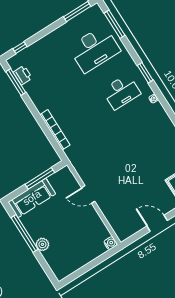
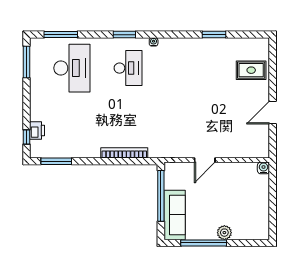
printer: (23, 75) -> (37, 131), moved, turned 90
window: (40, 178) -> (161, 196), width x1.46

